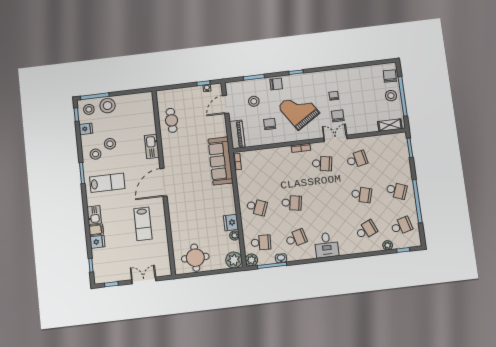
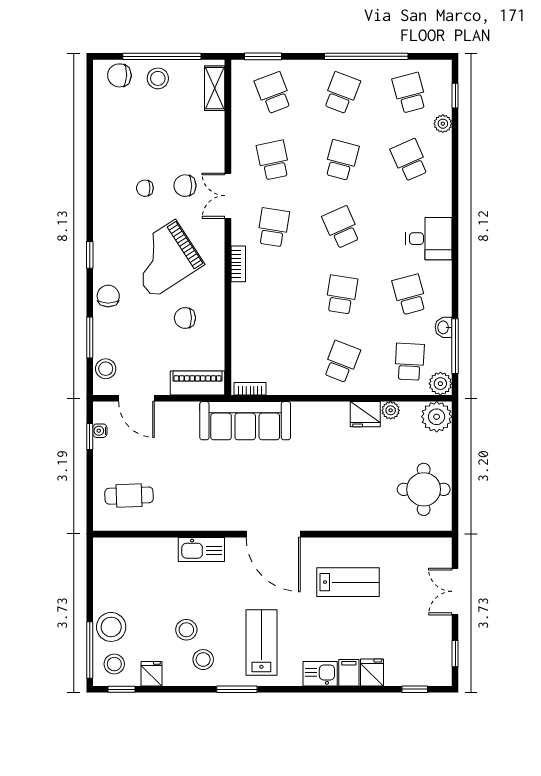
stool: (254, 101) -> (106, 369), moved
cafe table: (171, 120) -> (129, 496), moved
school desk: (392, 155) -> (273, 93), added
school desk: (327, 199) -> (341, 227), added

